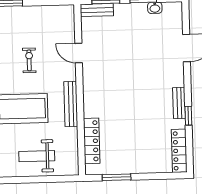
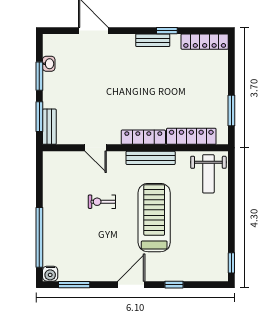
door: (79, 53) -> (96, 148), hinge flipped
locker: (90, 97) -> (143, 137), added
weight bench: (37, 156) -> (208, 174), moved

